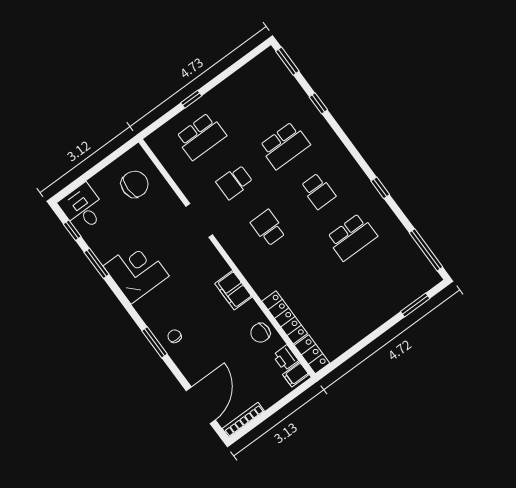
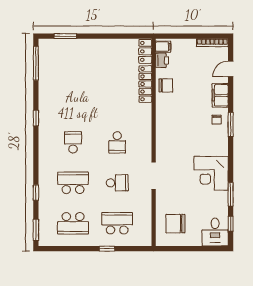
school desk: (352, 237) -> (73, 223), moved, turned 180
filing cabinet: (233, 290) -> (220, 95), moved, turned 180
door: (201, 405) -> (231, 69), width x0.53

